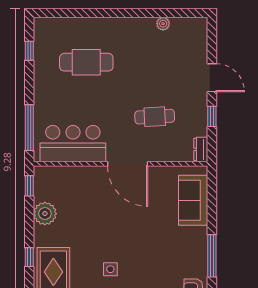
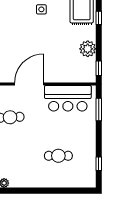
cafe table: (86, 62) -> (58, 156), width x0.73, depth x0.74
window: (29, 128) -> (99, 110), width x0.69
door: (128, 164) -> (29, 84), hinge flipped

